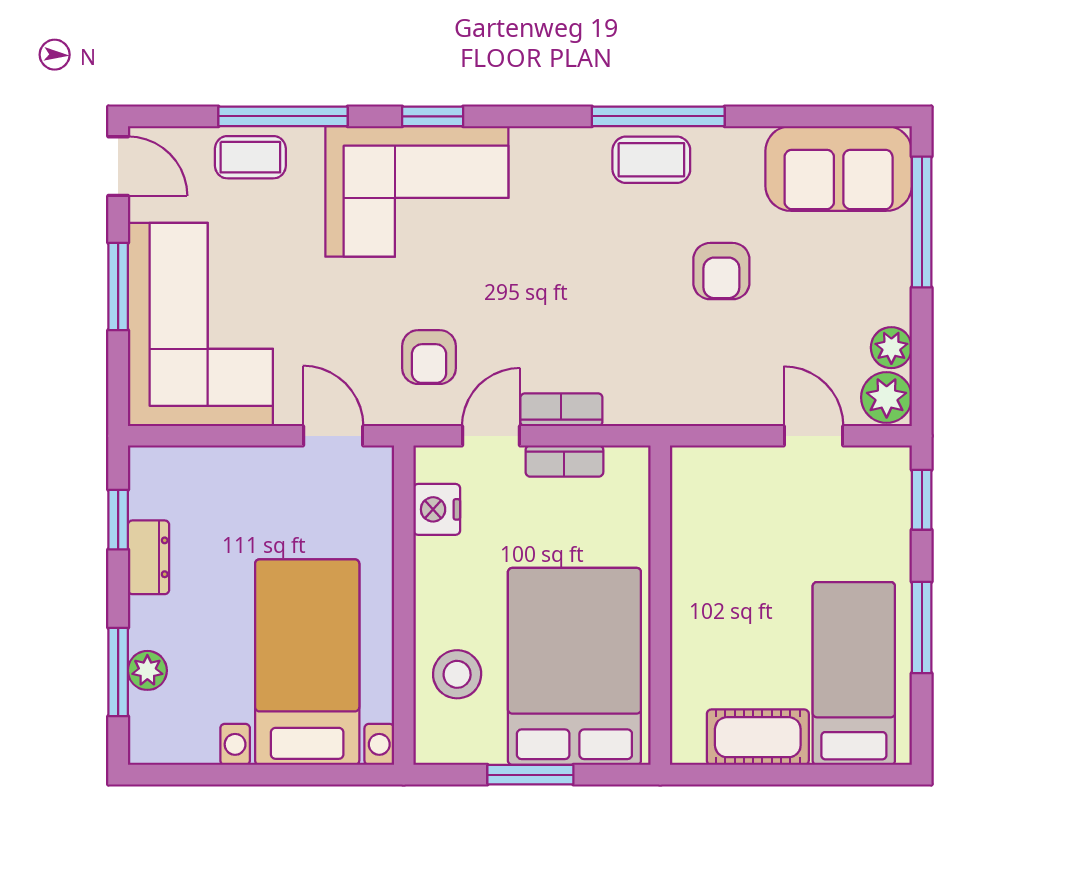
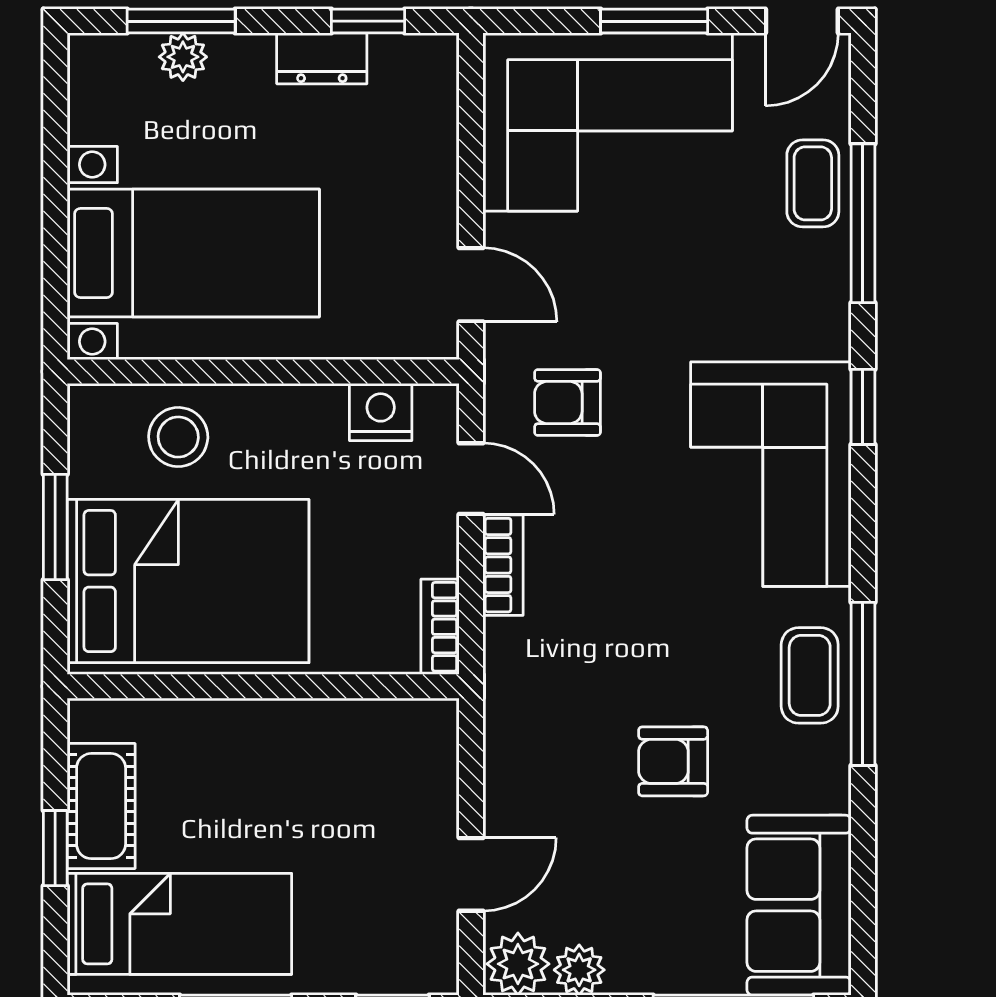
corner sofa: (417, 191) -> (771, 474), moved
door: (333, 436) -> (471, 285), hinge flipped
bookcase: (564, 461) -> (440, 627), moved
window: (792, 775) -> (55, 848), added

